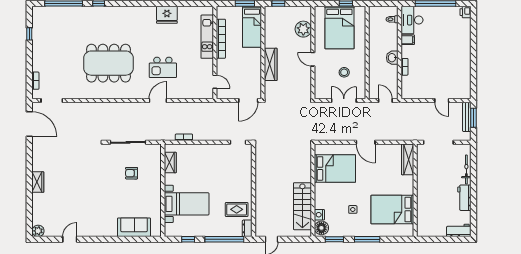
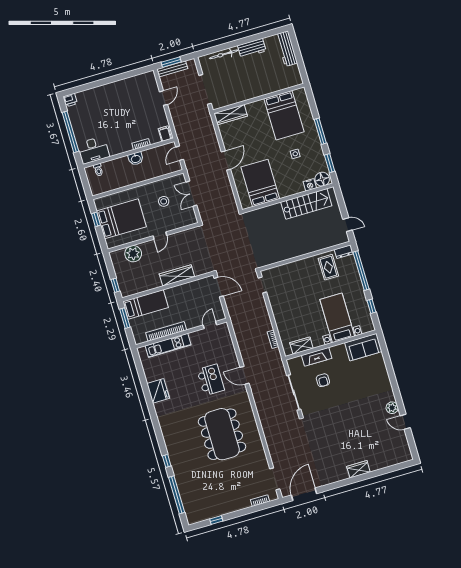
filing cabinet: (408, 40) -> (165, 134), moved
fireplace: (155, 174) -> (317, 357), added
sofa: (134, 227) -> (363, 347), moved, turned -90
workbench: (459, 230) -> (287, 49), width x1.38
plant: (38, 231) -> (392, 408), moved

